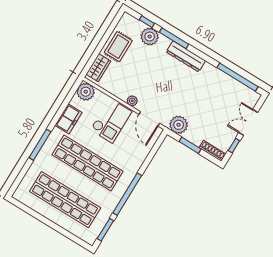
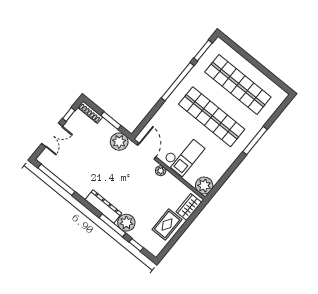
plant: (150, 37) -> (126, 223), moved
freezer: (68, 119) -> (224, 162), removed
checkout: (111, 121) -> (184, 154), turned 180

